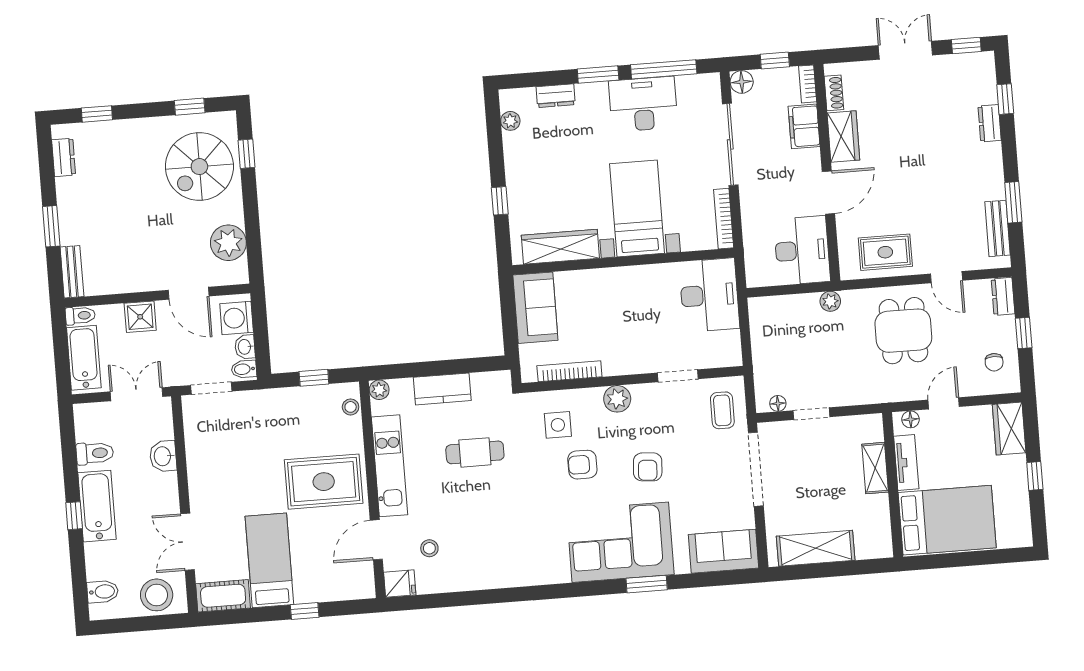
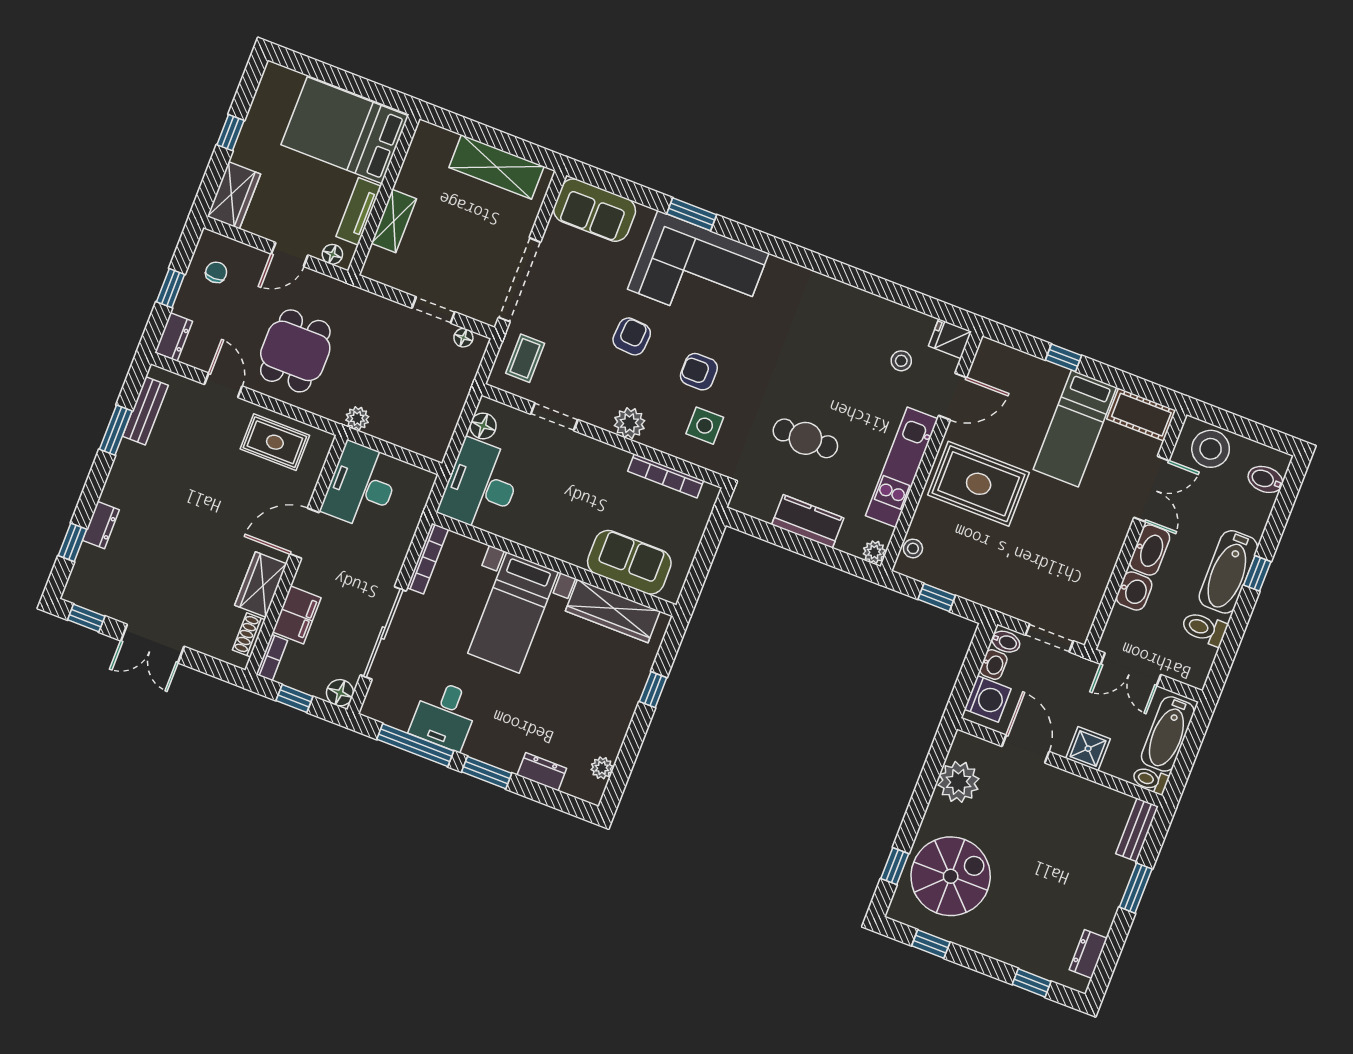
desk: (643, 104) -> (445, 715), width x0.73
sofa: (535, 308) -> (629, 562), moved, turned 90
floor lamp: (730, 342) -> (483, 426), added
armchair: (582, 465) -> (699, 372), turned 180
washbasin: (166, 494) -> (1150, 550), added

